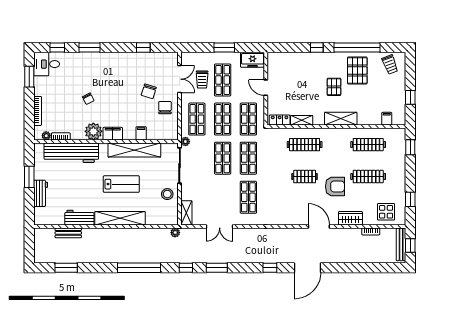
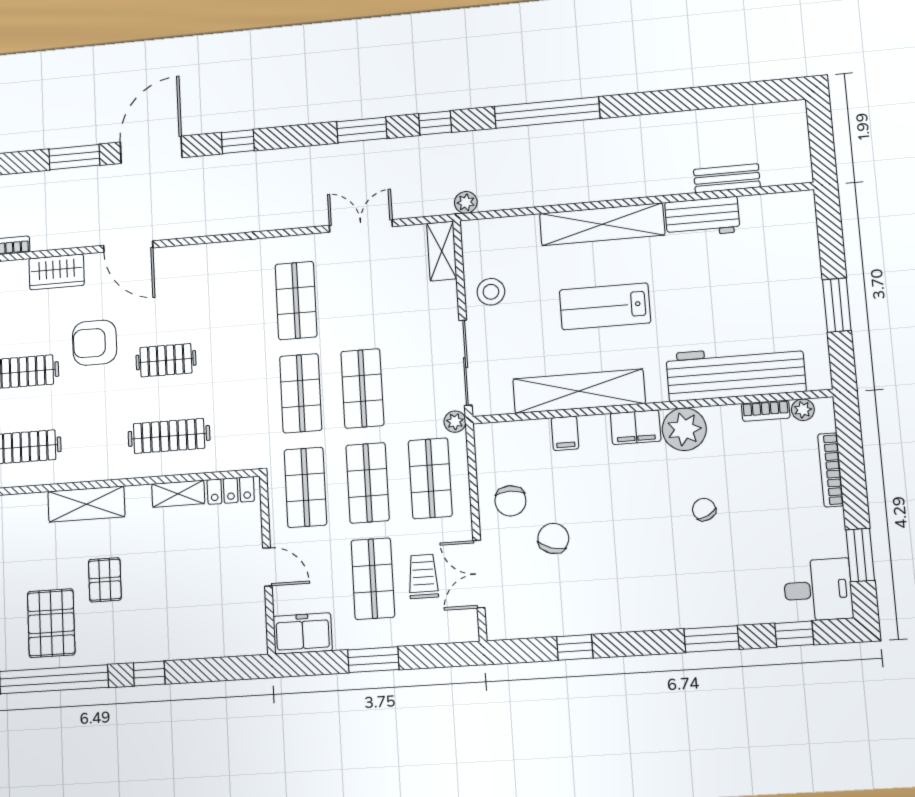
workbench: (41, 193) -> (804, 267), removed
window: (66, 268) -> (74, 157), moved

